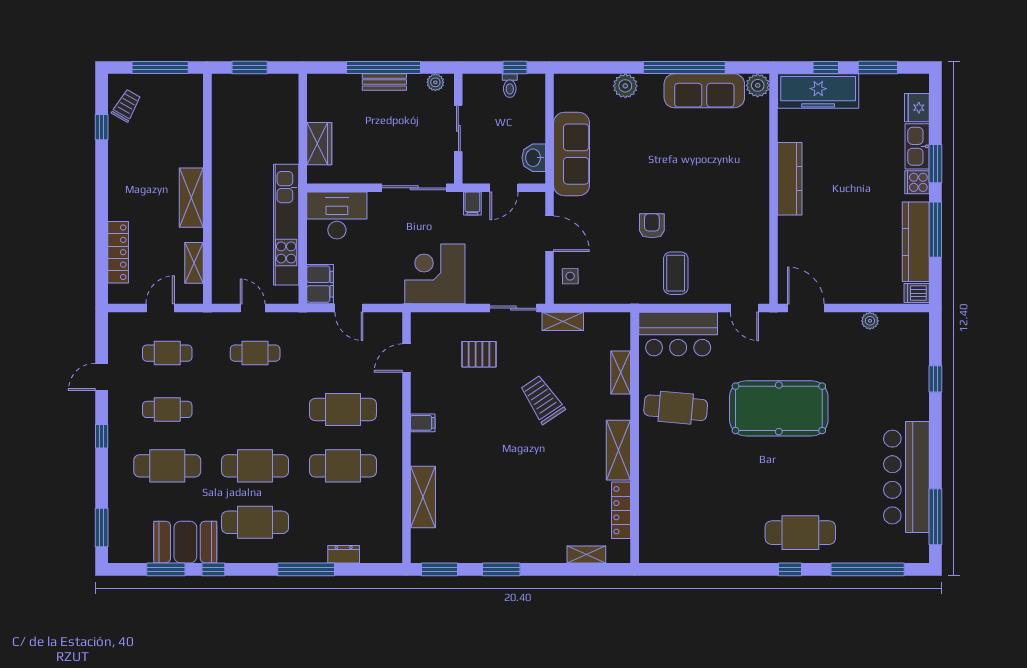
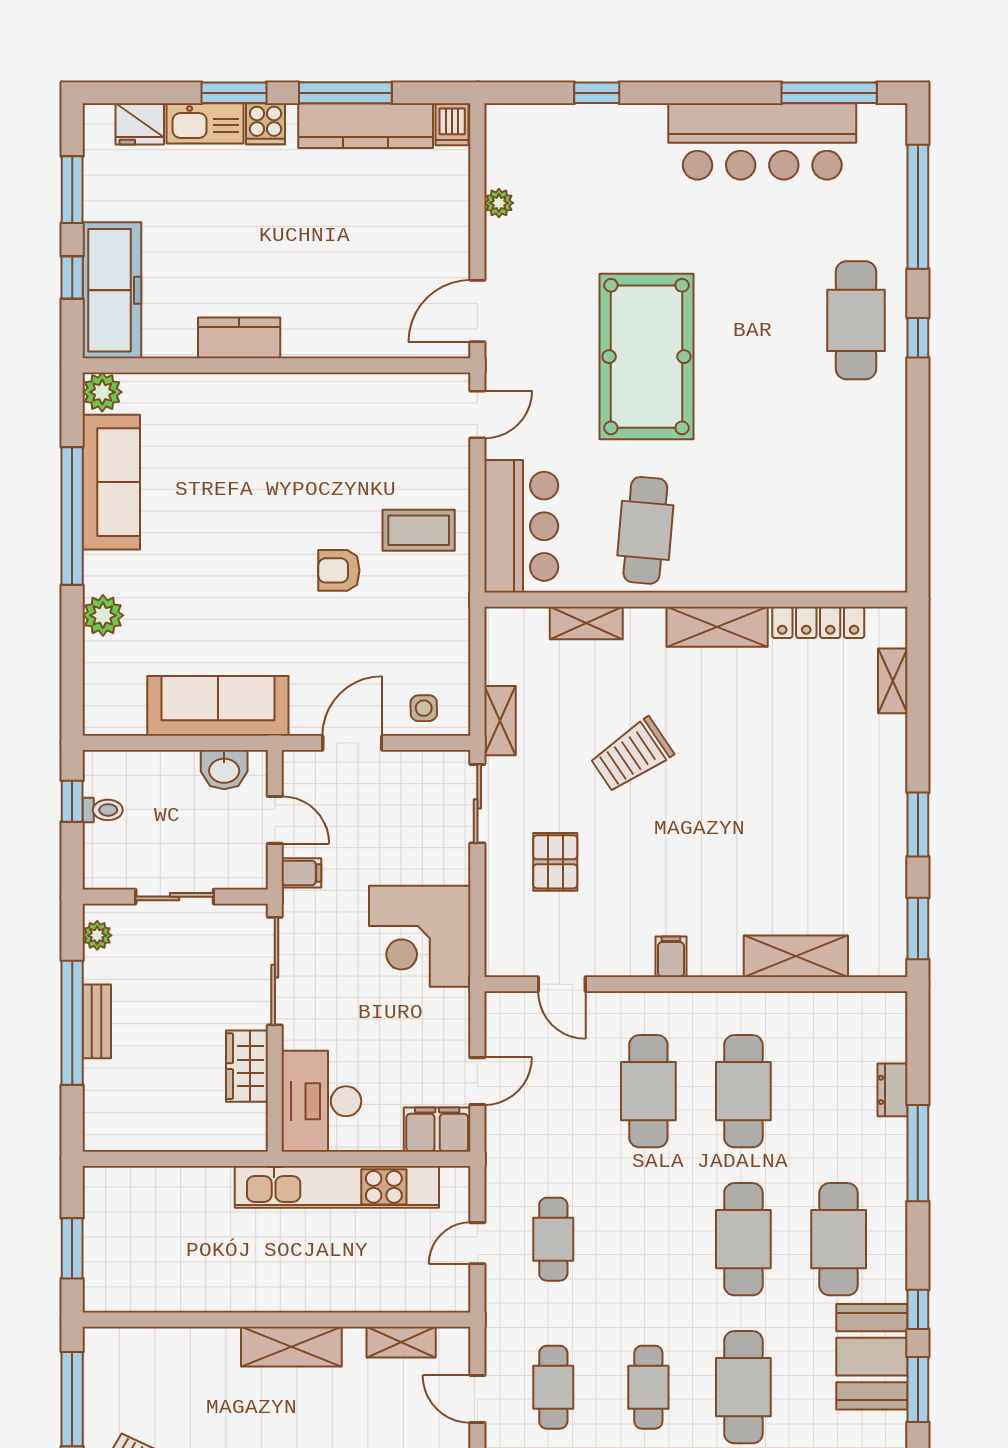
wardrobe: (319, 144) -> (247, 1066), moved, turned -90
kitchen counter: (790, 179) -> (239, 338), width x0.67

